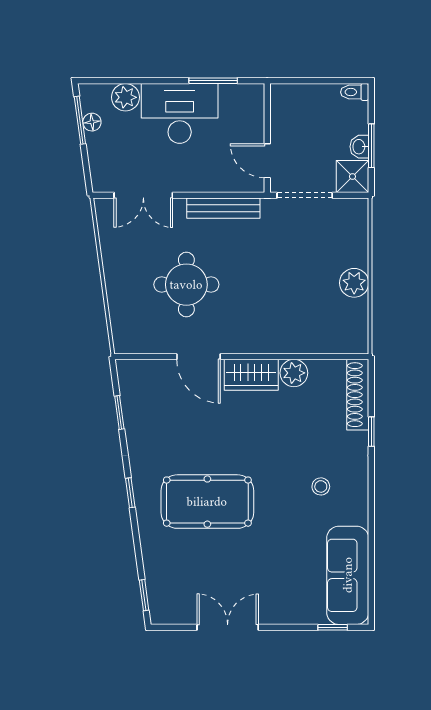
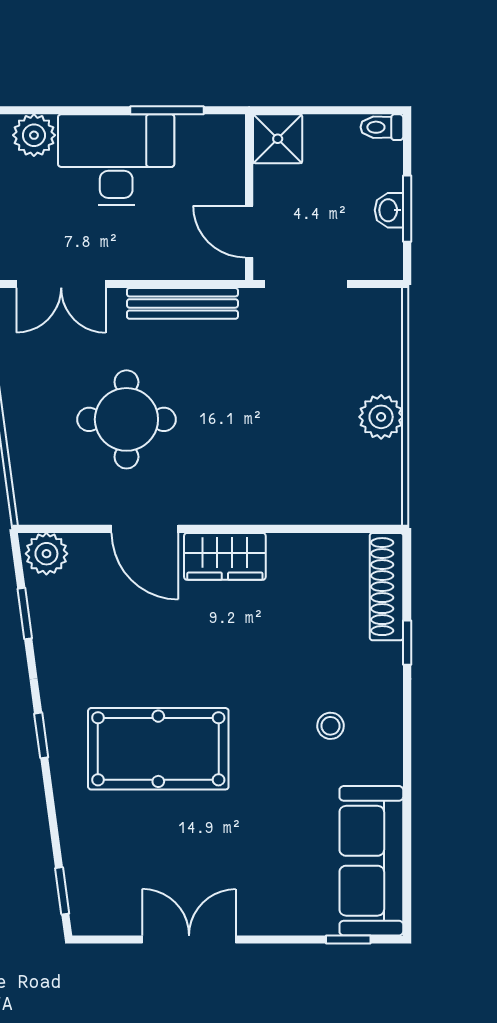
shower: (352, 177) -> (278, 139), moved
plant: (294, 373) -> (46, 554), moved

